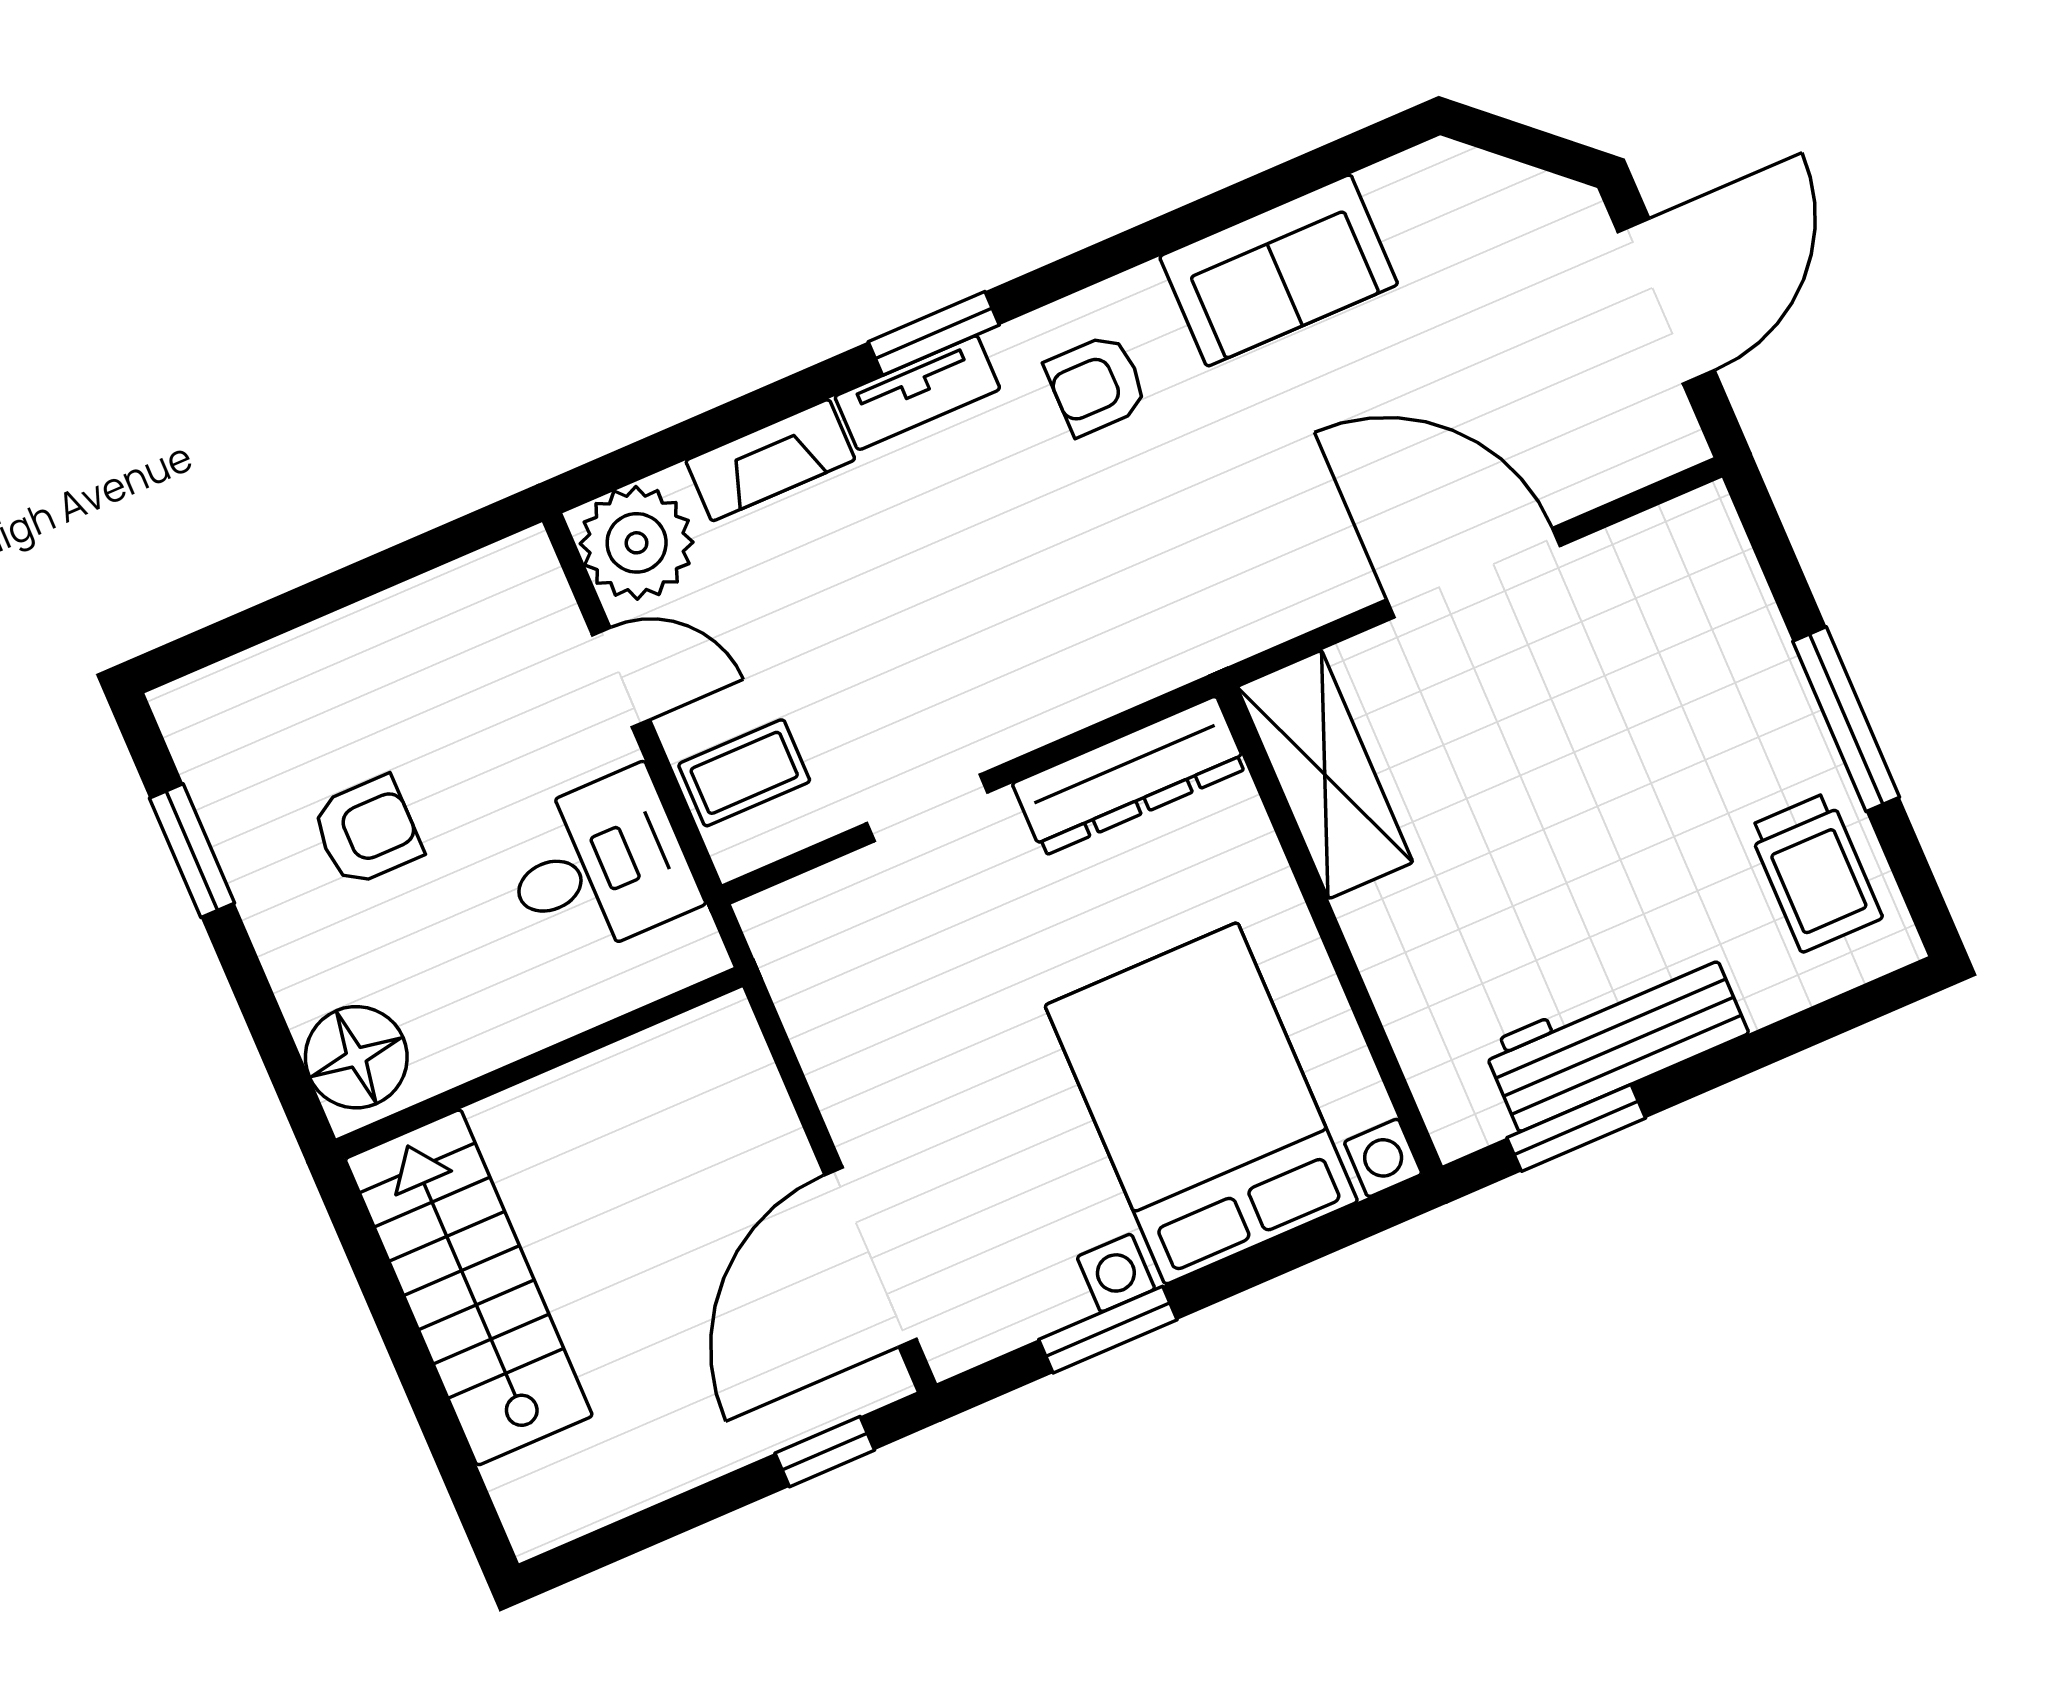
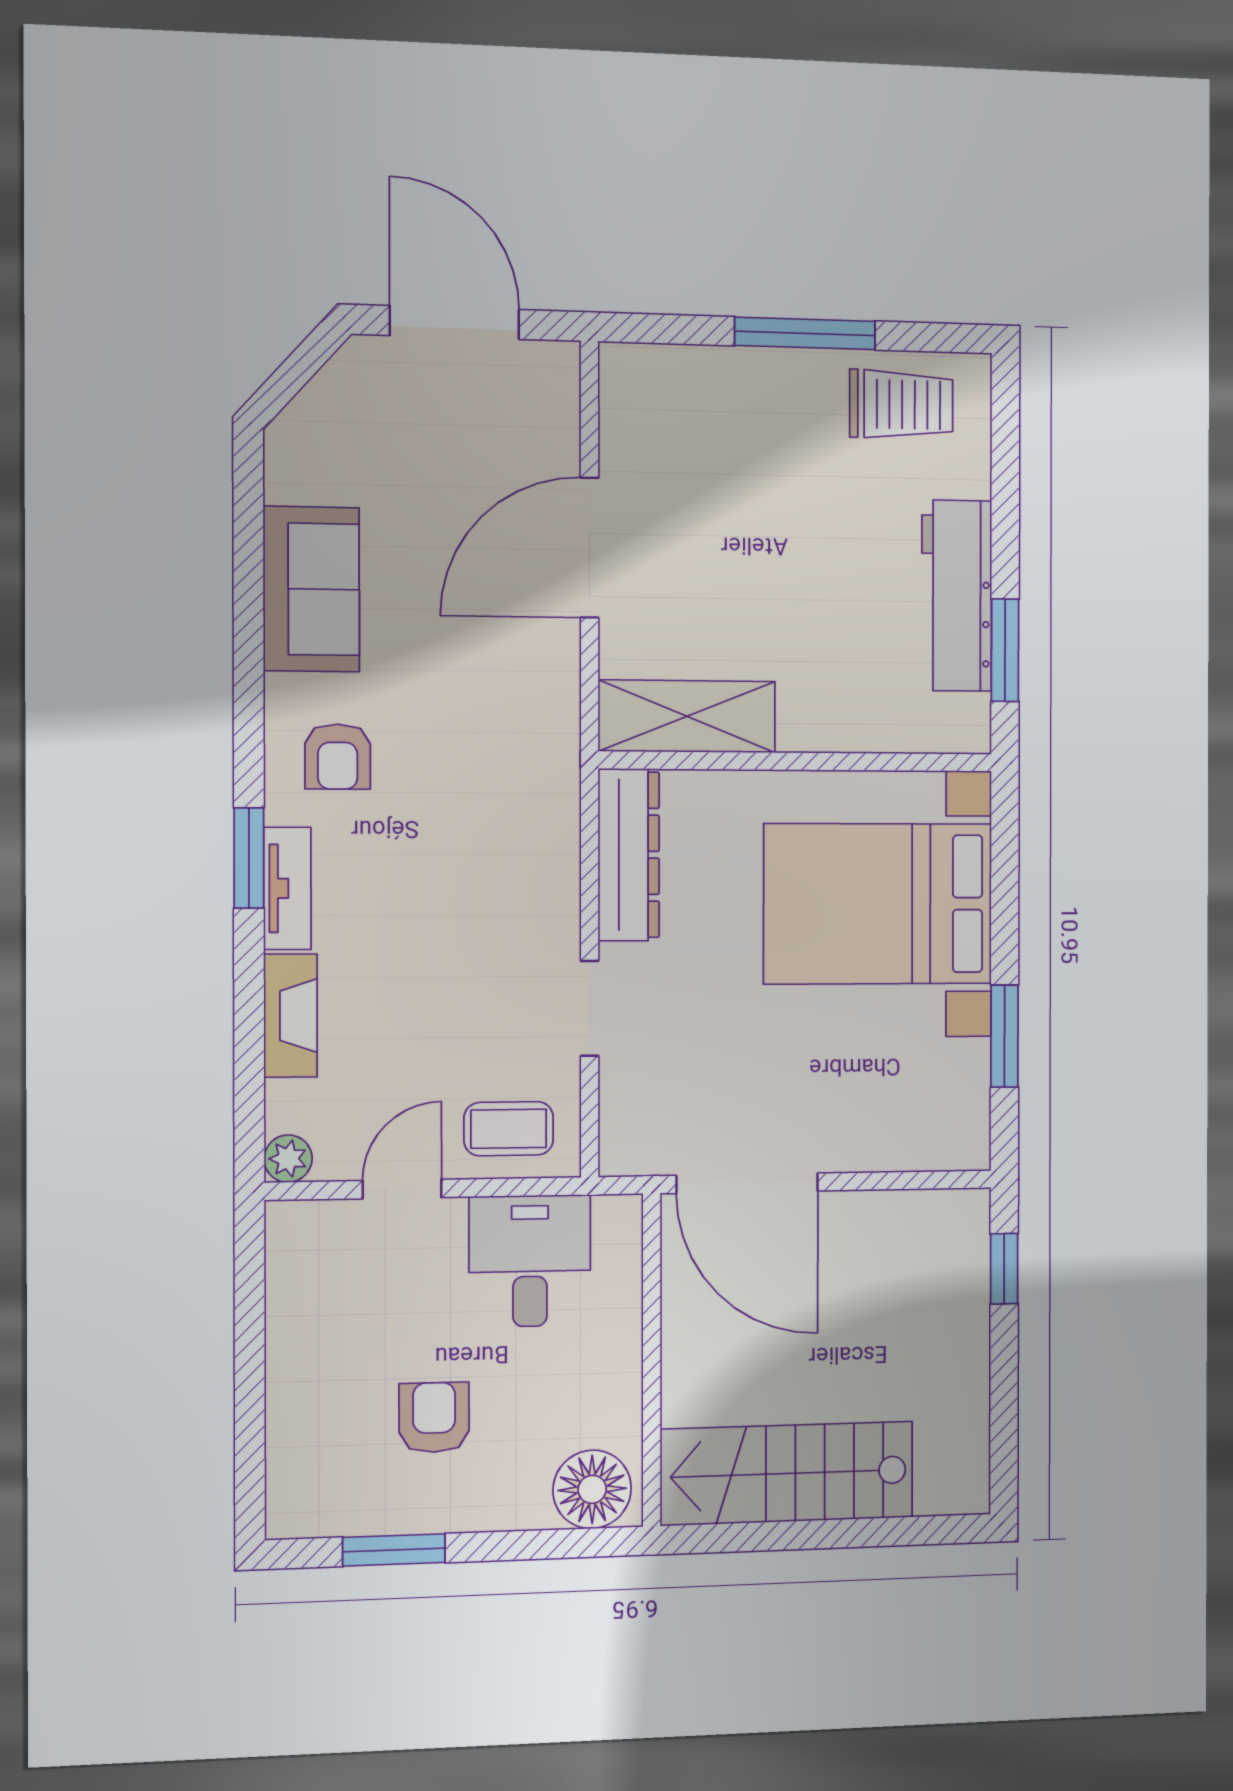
plant: (637, 543) -> (288, 1159), width x0.53, depth x0.53
coffee table: (744, 773) -> (509, 1129), turned 90
door: (871, 1257) -> (747, 1183), moved

